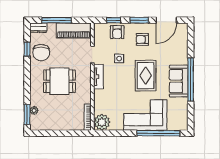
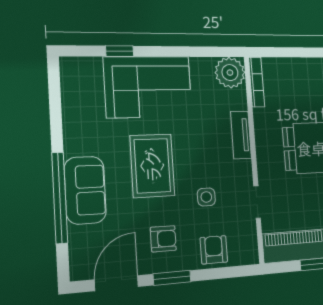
window: (114, 20) -> (222, 273), removed
tv unit: (98, 77) -> (241, 135), moved
window: (191, 80) -> (60, 198), moved
sofa: (179, 81) -> (85, 190), moved
window: (158, 133) -> (120, 51), width x0.32

